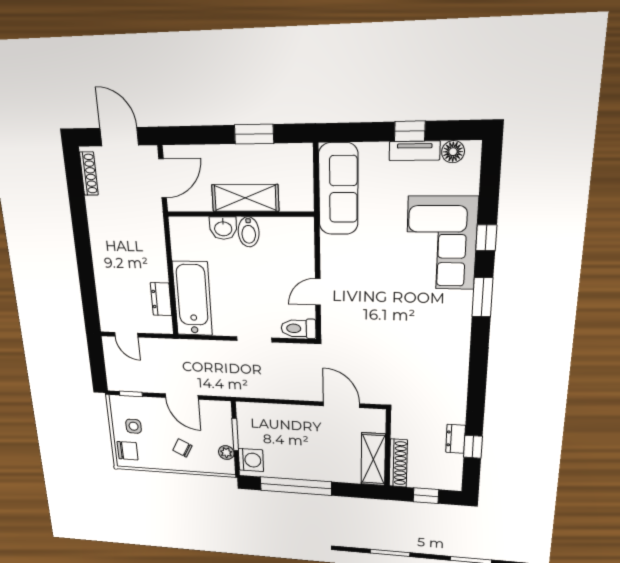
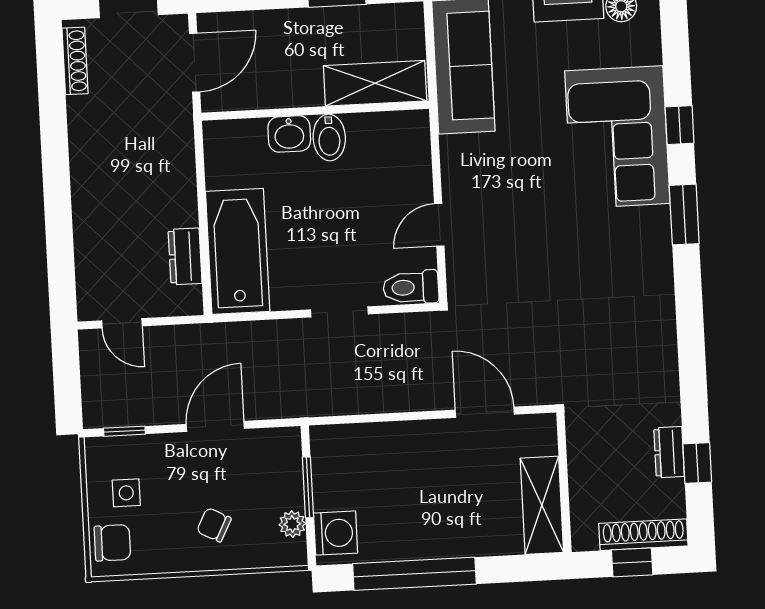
shelving: (245, 198) -> (375, 83), moved
door: (182, 396) -> (215, 426), swing flipped
shoe rack: (398, 463) -> (643, 535), moved, turned -90

